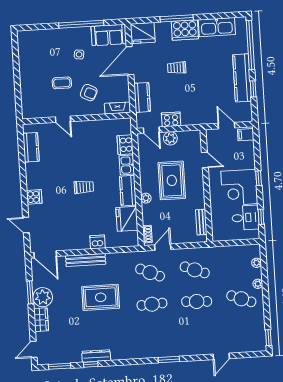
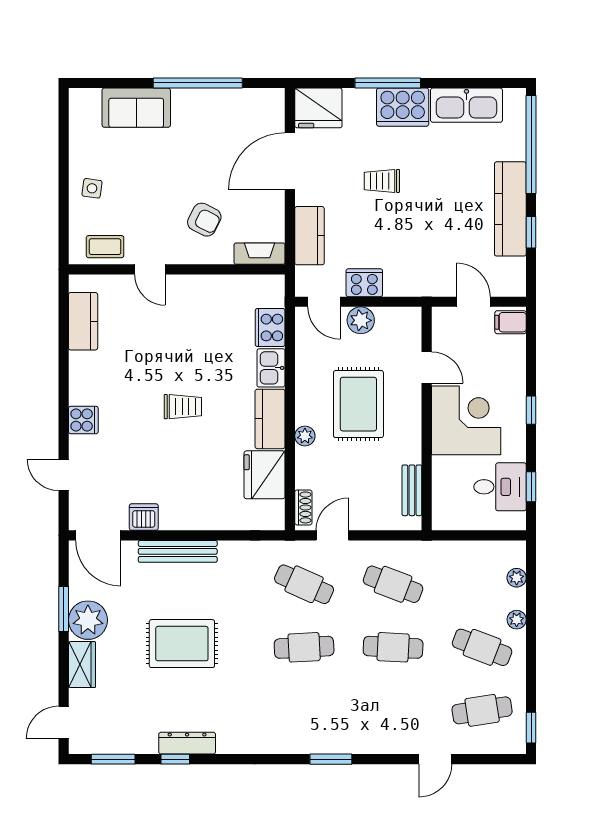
sofa: (109, 35) -> (136, 108), moved
side table: (79, 54) -> (92, 188), moved
coffee table: (62, 83) -> (105, 247), moved
corner desk: (239, 187) -> (466, 420), moved, turned 180
dishwasher: (98, 242) -> (144, 517), moved
rug: (101, 297) -> (182, 644), moved
cafe table: (243, 330) -> (482, 710), added

